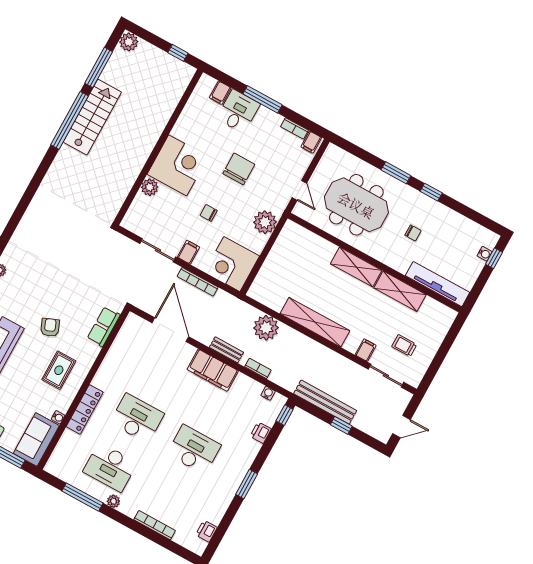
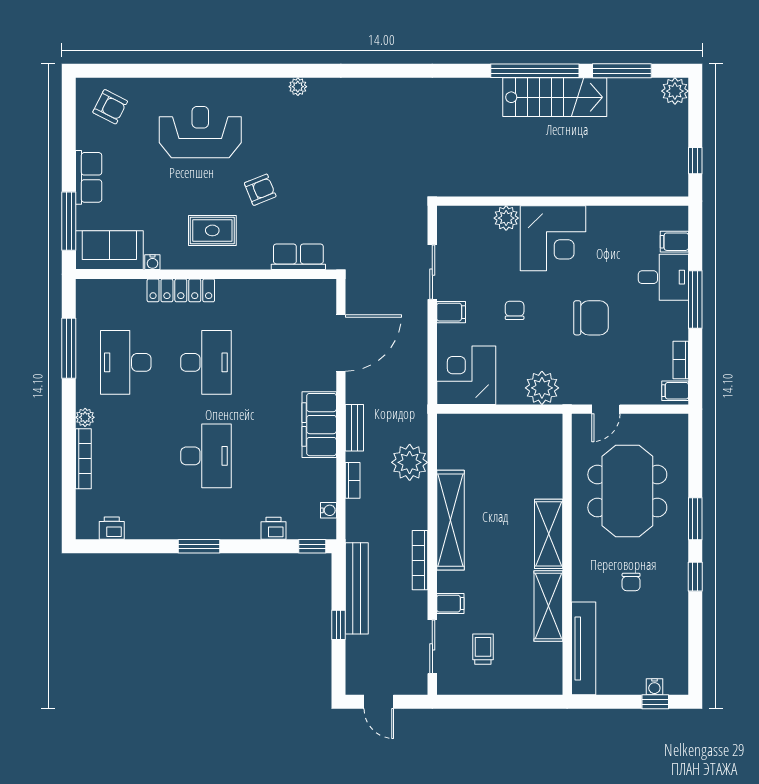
bookcase: (198, 282) -> (420, 560), moved
plant: (113, 501) -> (85, 417), moved

